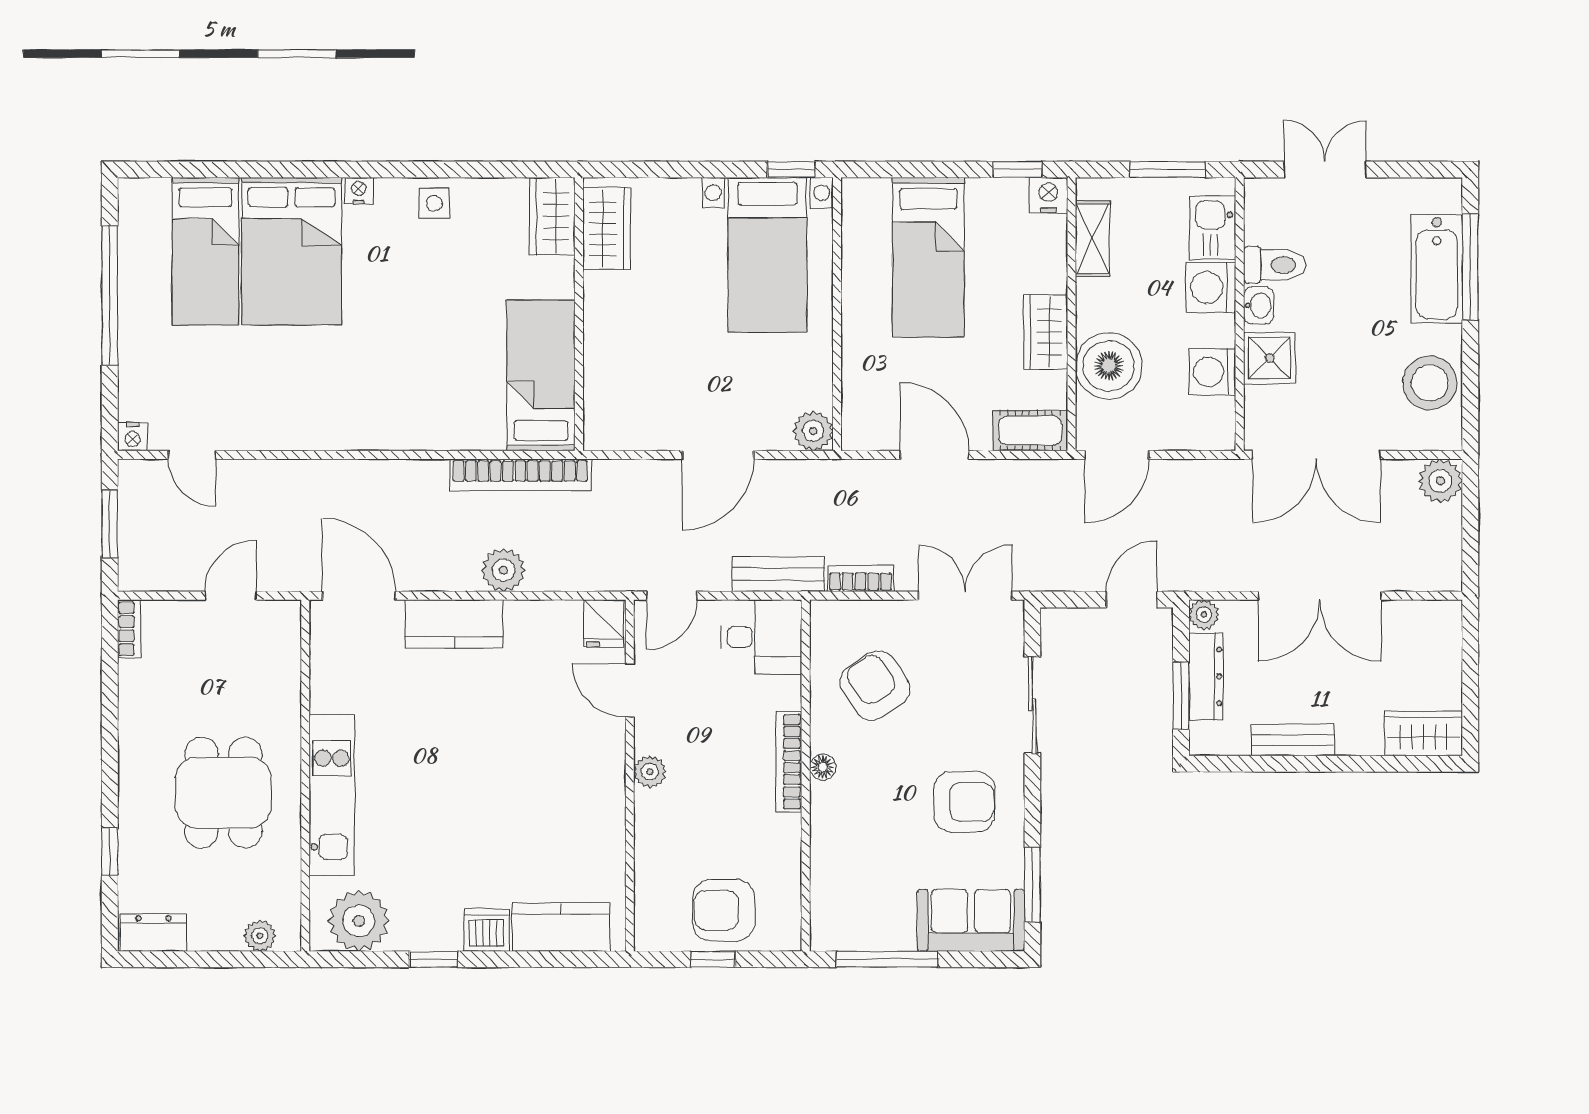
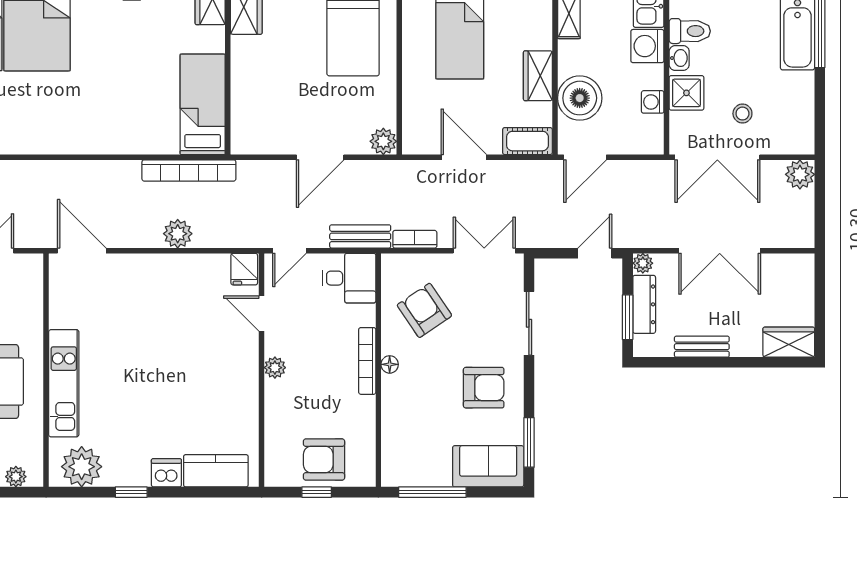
washing machine: (1212, 372) -> (653, 102), width x0.73, depth x0.73
stool: (1430, 383) -> (742, 114), moved, width x0.53, depth x0.53
kitchen counter: (454, 624) -> (145, 270), removed

